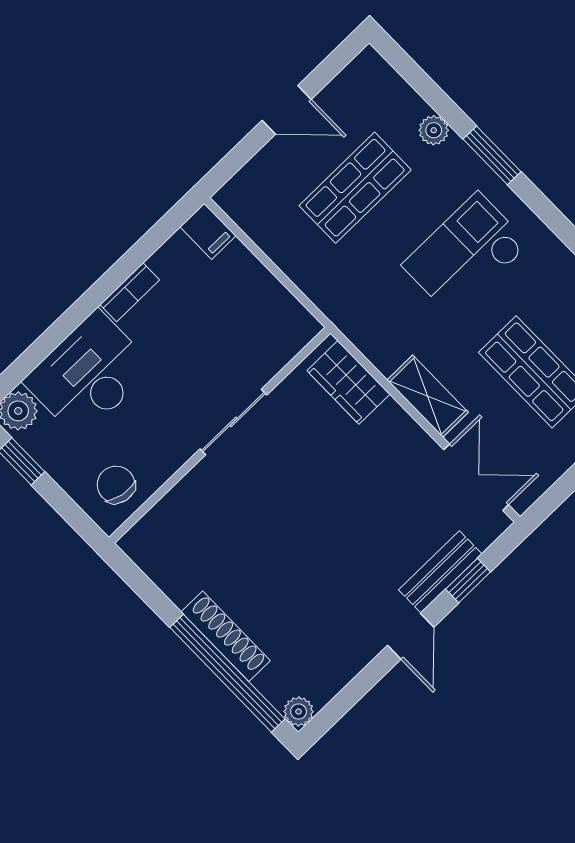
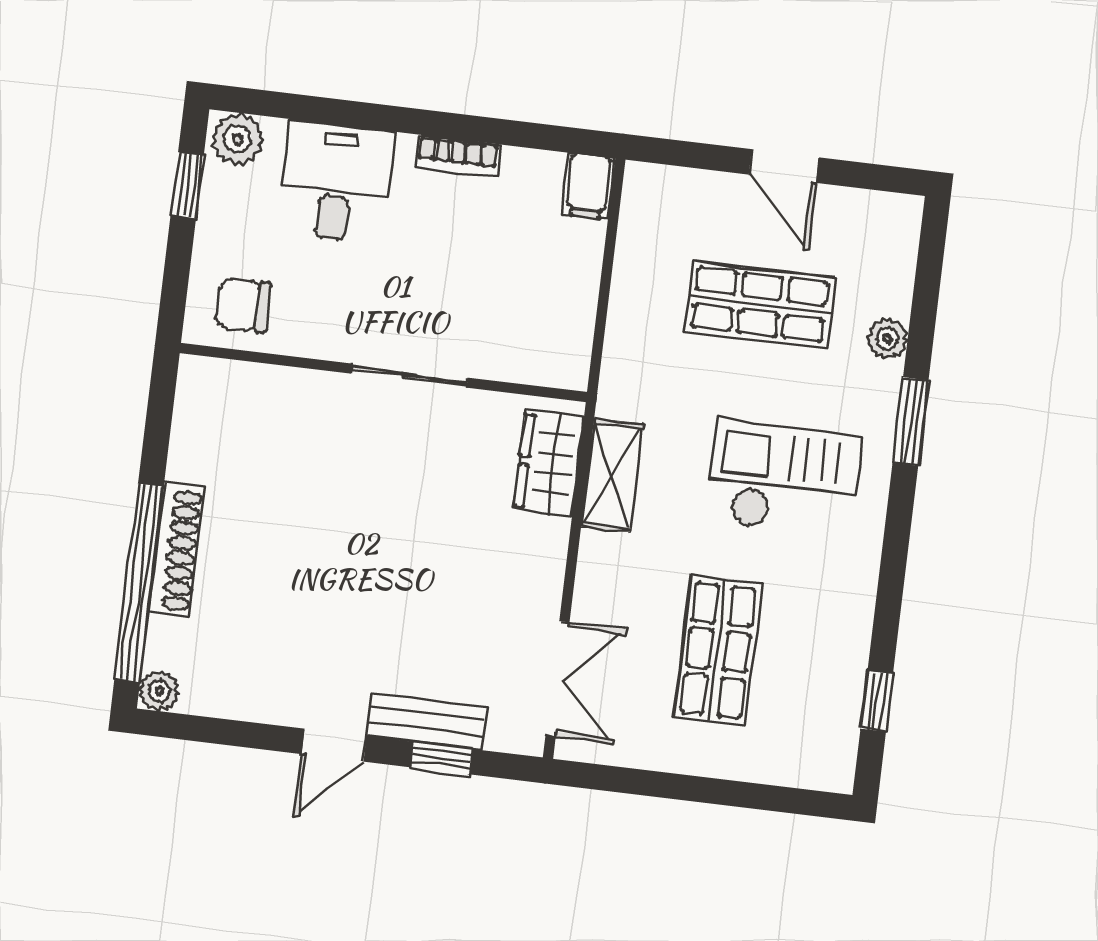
desk: (89, 374) -> (336, 182), width x0.73
shelving: (428, 396) -> (612, 475), moved
chair: (116, 485) -> (243, 305), turned -100

